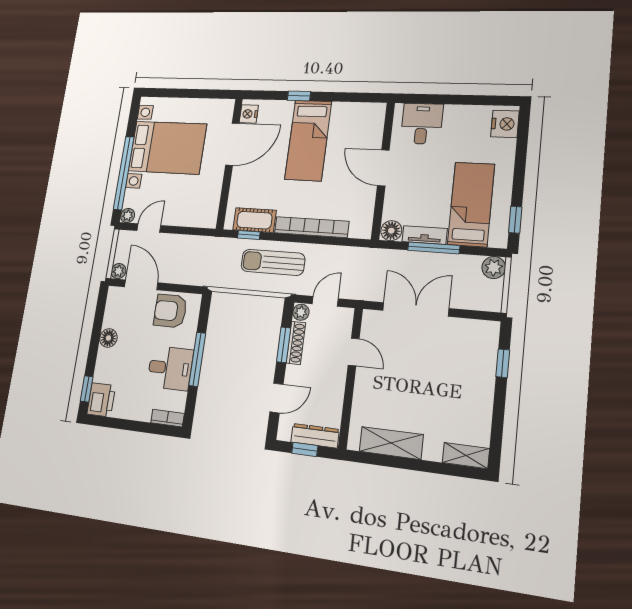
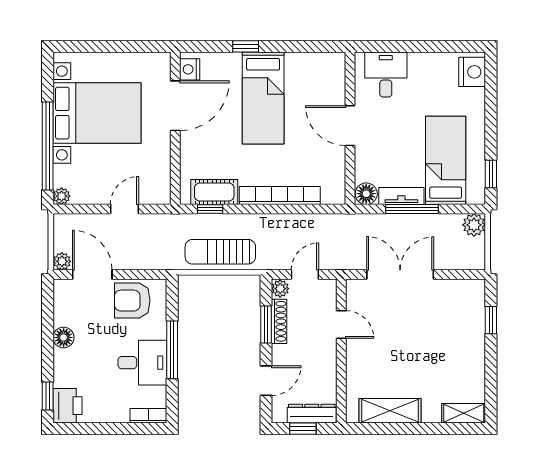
door: (149, 228) -> (125, 209), moved
sun lounger: (273, 262) -> (220, 252), moved

